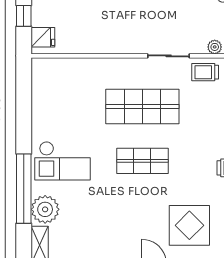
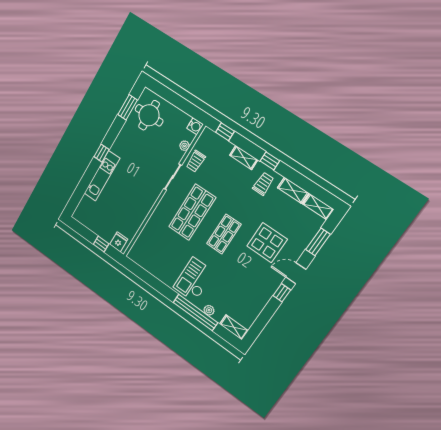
checkout: (63, 161) -> (194, 280), turned 180
plant: (45, 209) -> (209, 310), width x0.53, depth x0.53
display table: (189, 225) -> (267, 243), moved

